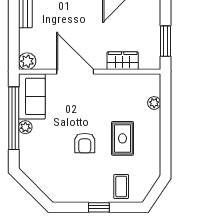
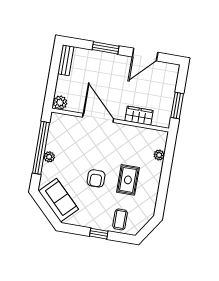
sofa: (32, 96) -> (58, 200), moved, turned -45

